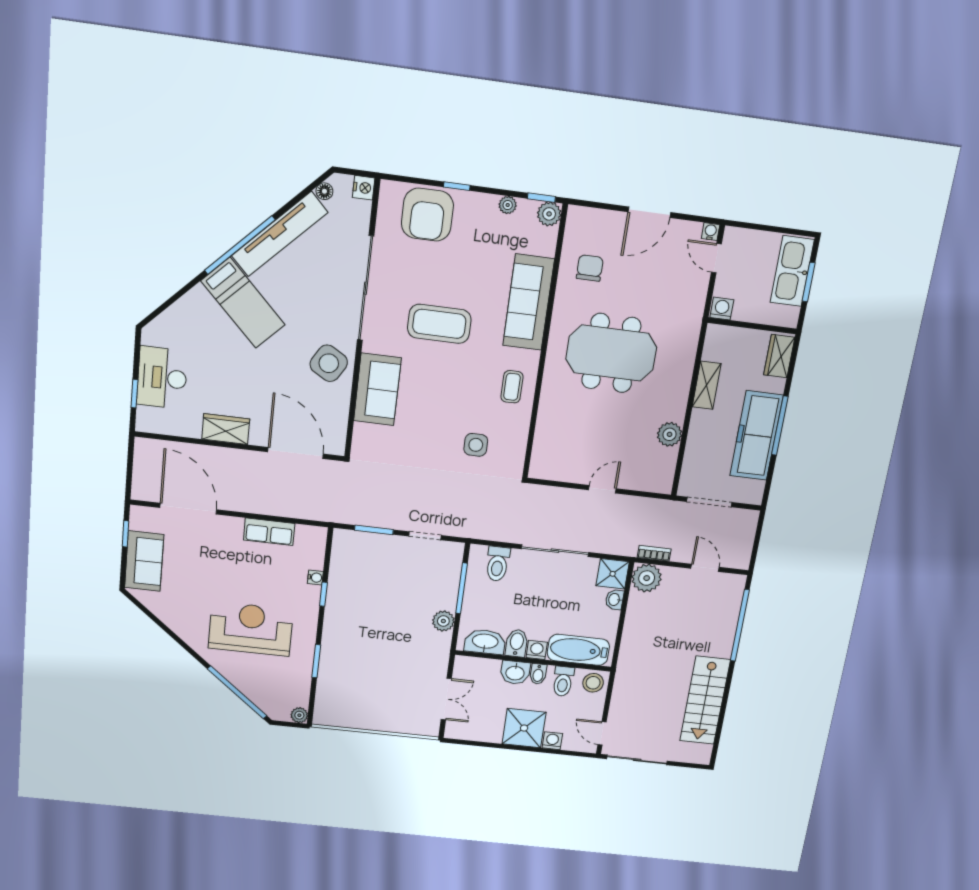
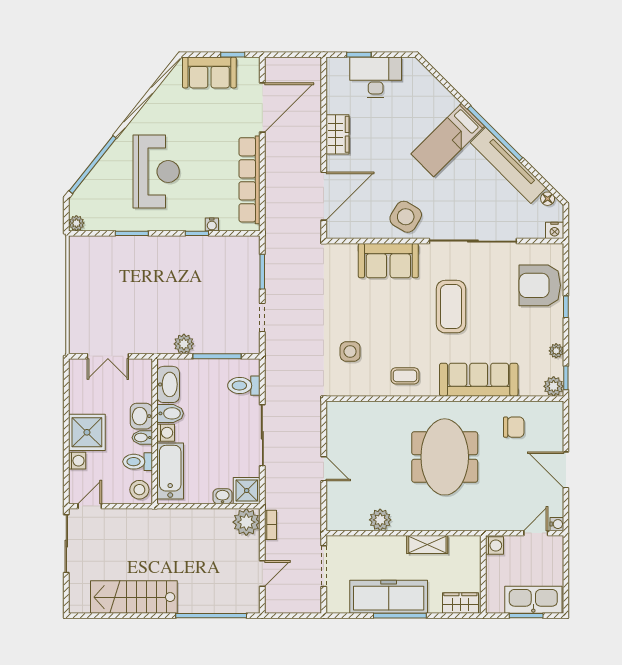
row of seats: (269, 532) -> (250, 180), width x2.02

